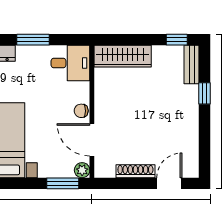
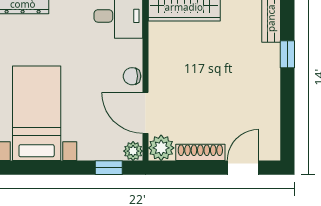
plant: (104, 168) -> (161, 148), added
window: (63, 183) -> (109, 168), width x0.67

